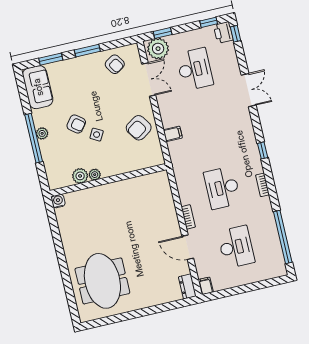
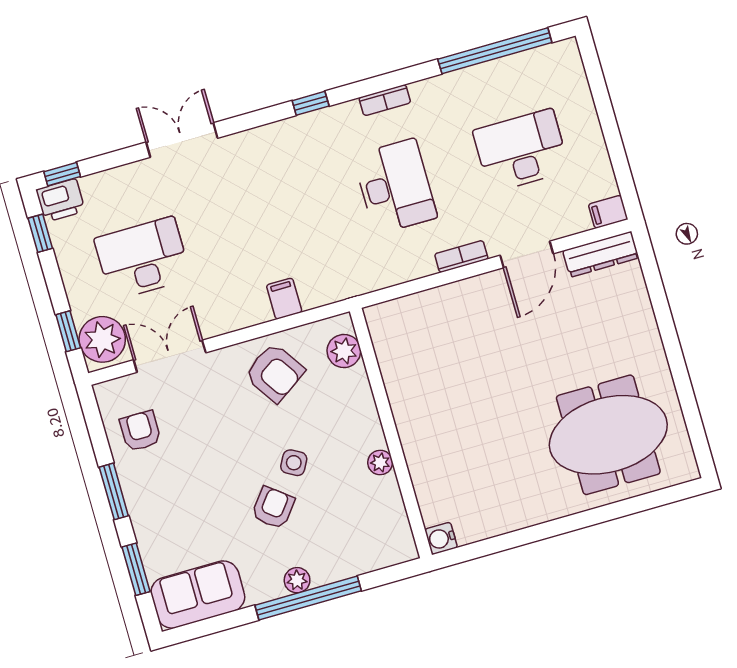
armchair: (115, 64) -> (140, 431), turned -57
plant: (80, 176) -> (344, 351), moved
desk: (222, 188) -> (395, 186), turned -90
dresser: (187, 286) -> (601, 254), width x1.44

